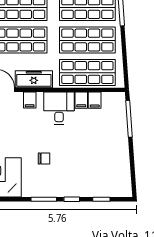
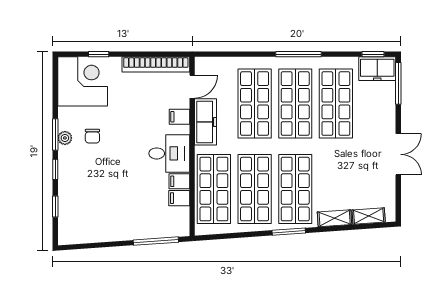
chair: (44, 158) -> (92, 136), moved
plant: (47, 192) -> (65, 138), added

